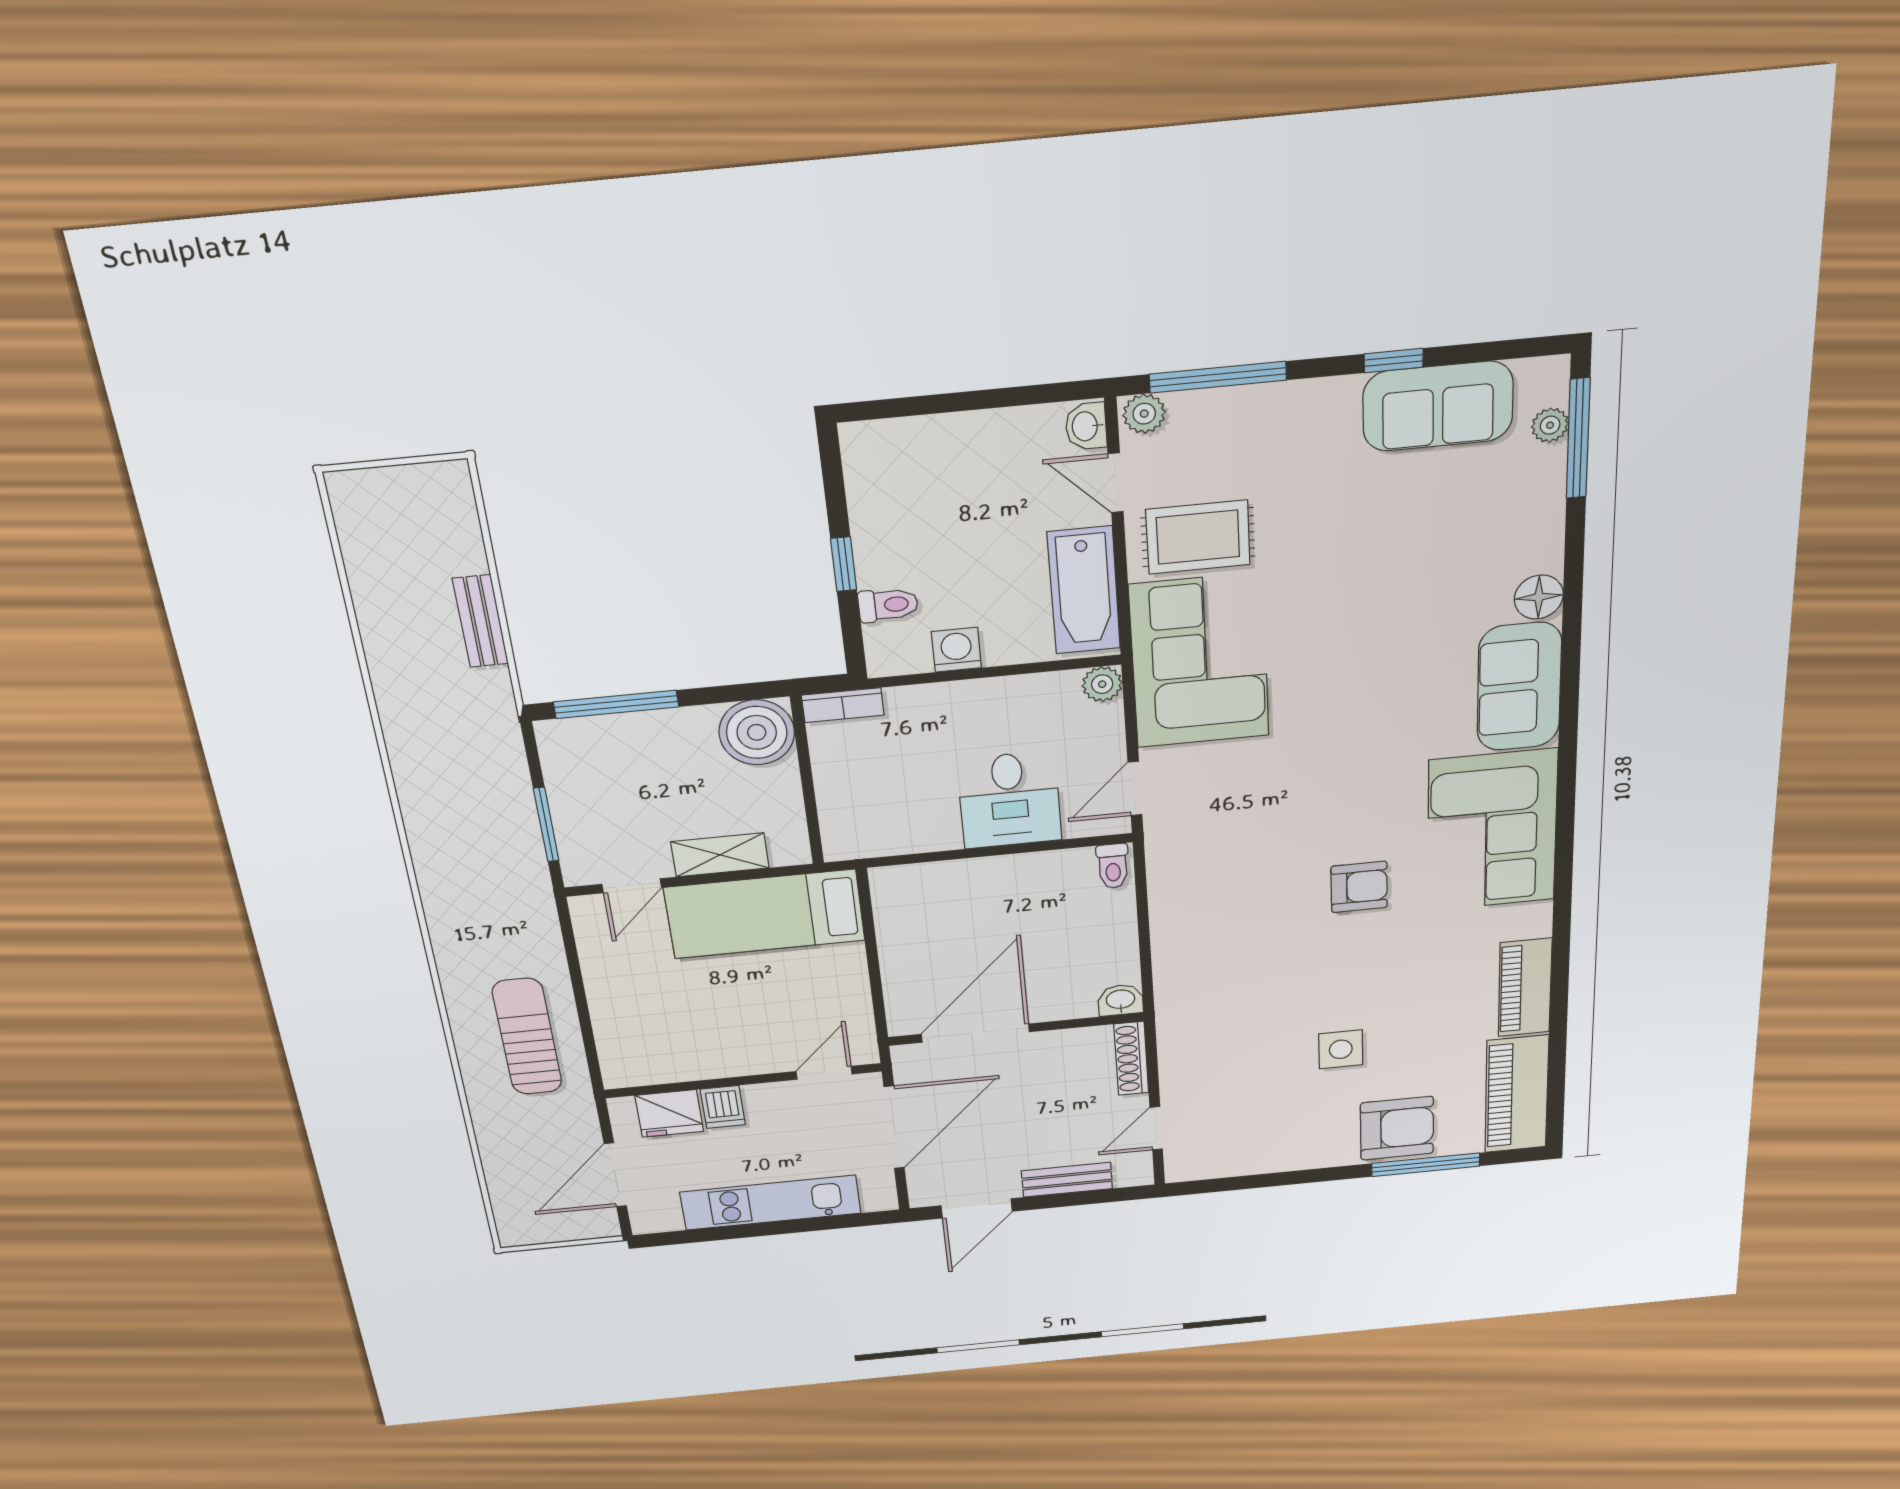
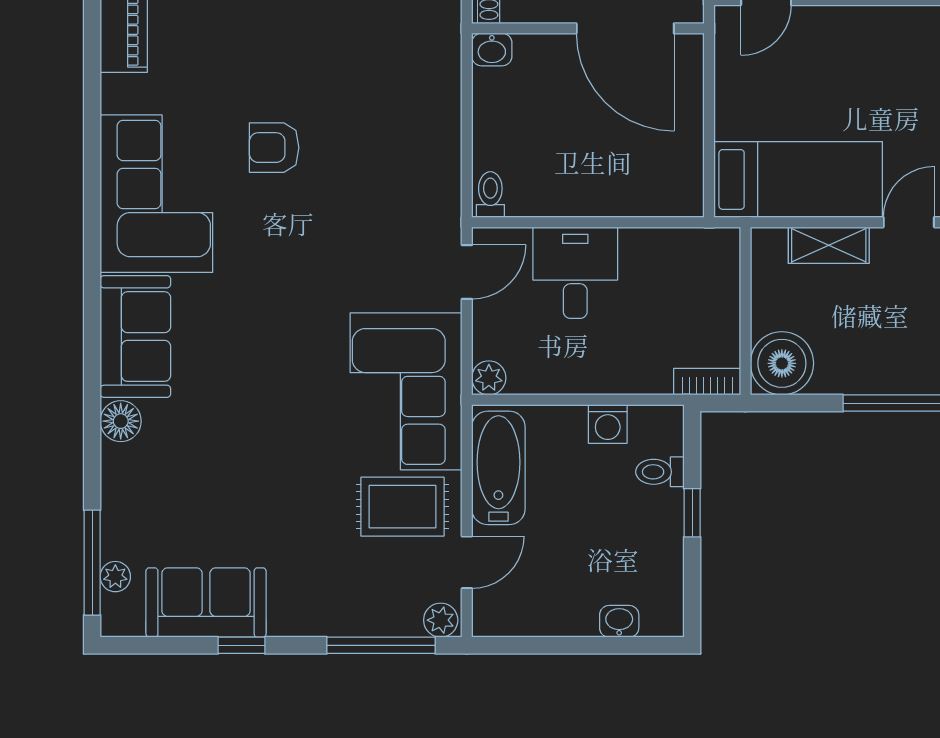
washbasin: (1086, 426) -> (619, 621), moved, turned -90
door: (1116, 483) -> (467, 562), hinge flipped
door: (975, 1033) -> (625, 28), hinge flipped

